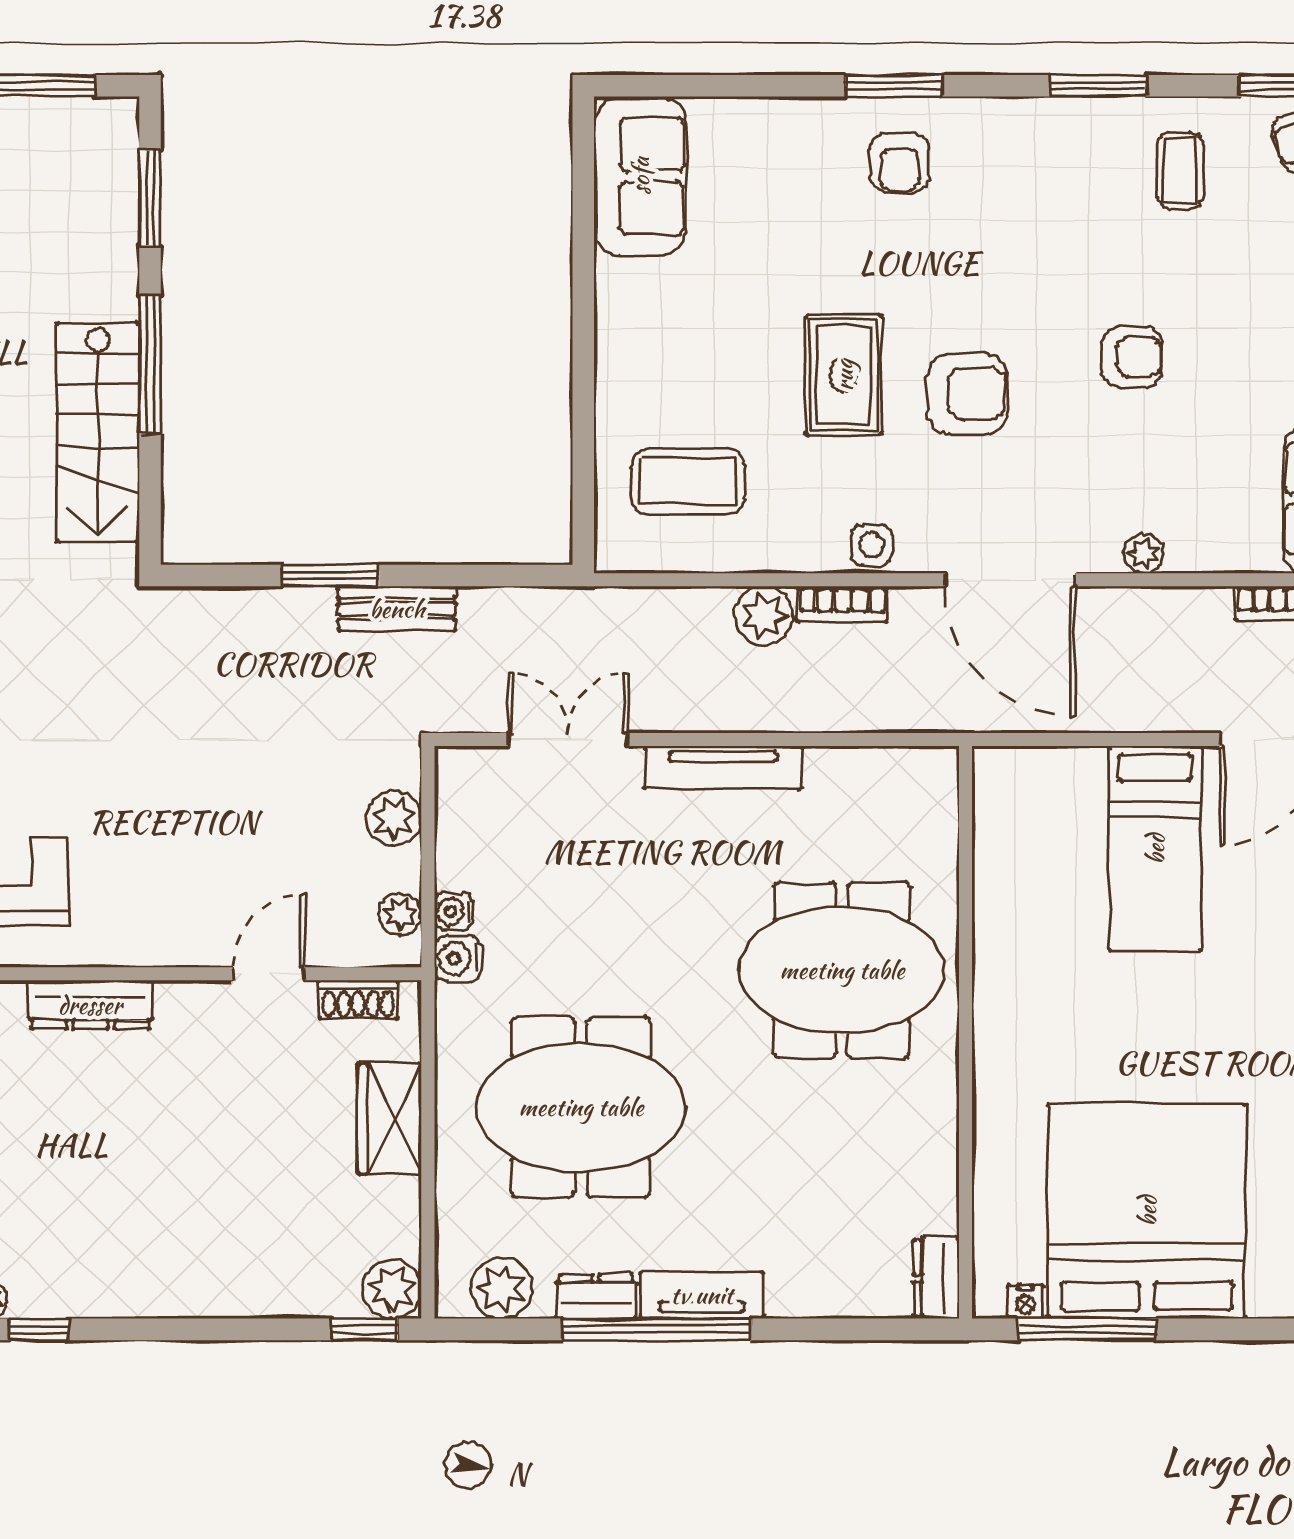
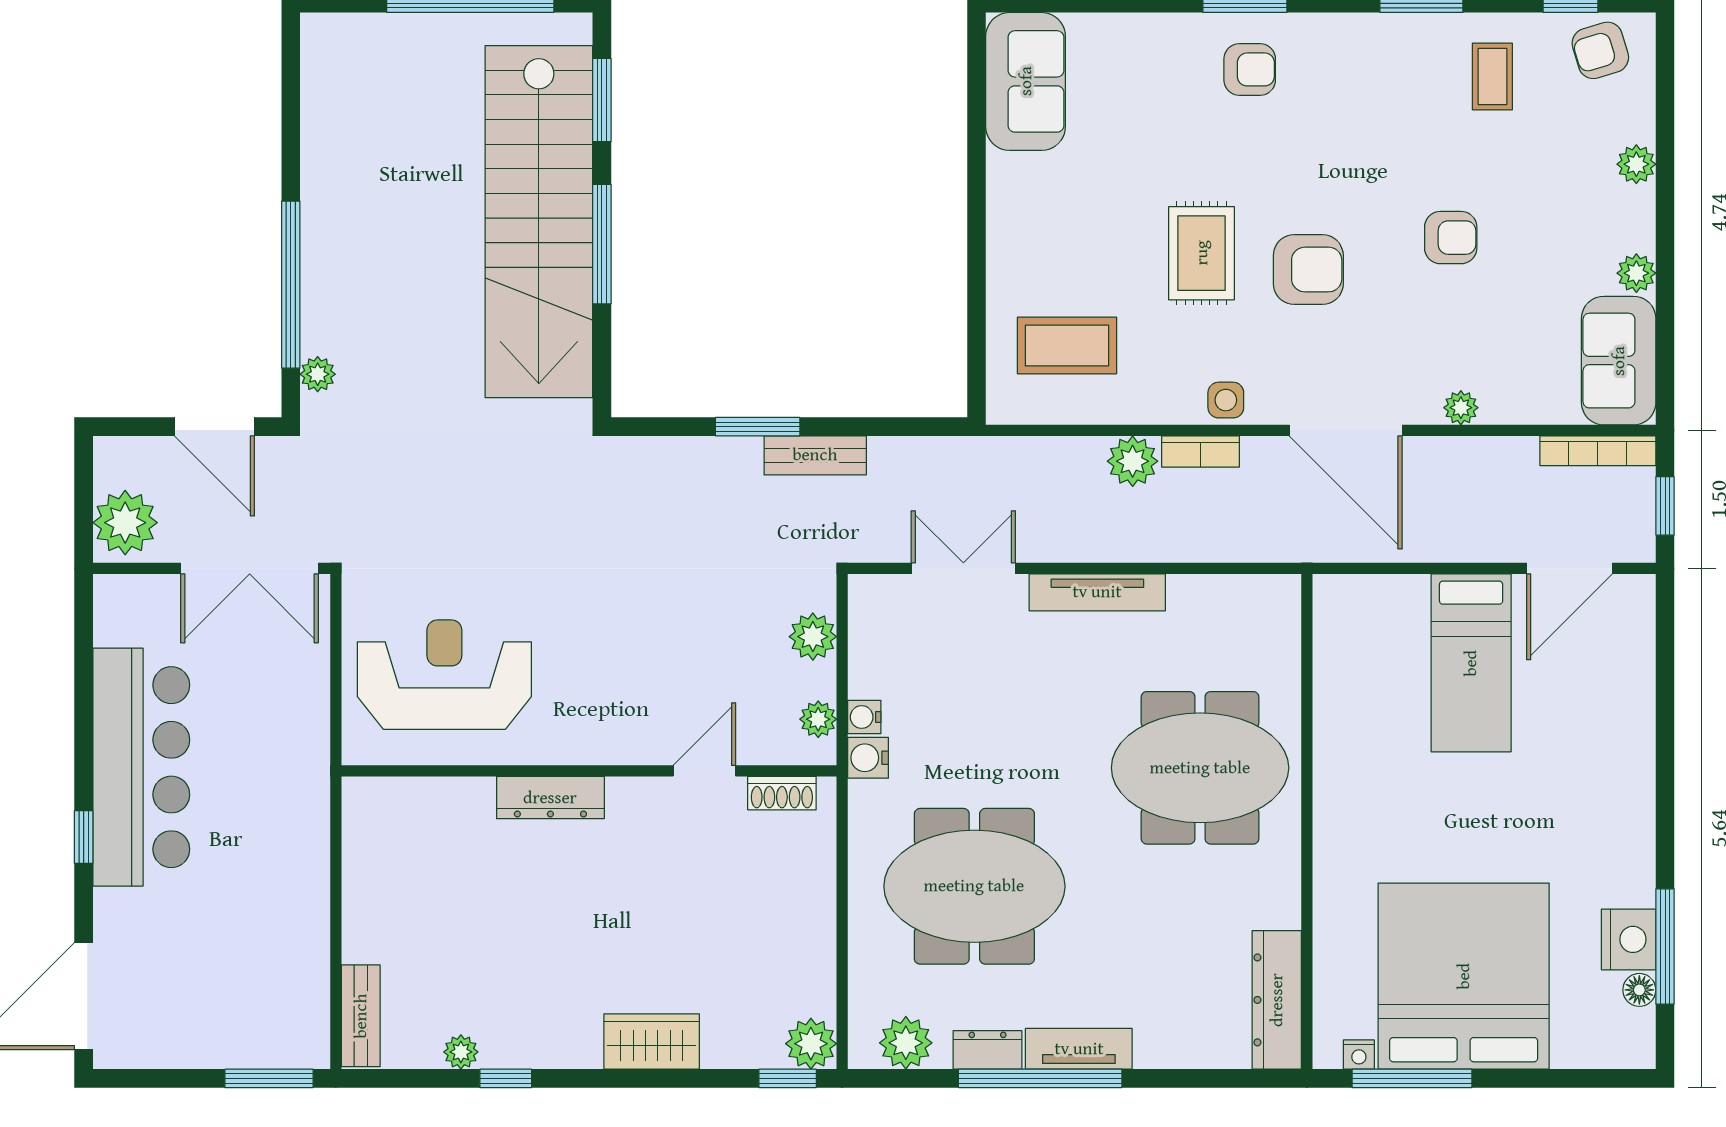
armchair: (899, 162) -> (1250, 69), turned -90
stairs: (98, 432) -> (539, 222), width x1.86, depth x1.51
wardrobe: (389, 1119) -> (652, 1042), moved, turned 90
dresser: (936, 1278) -> (1277, 1000), width x1.96, depth x1.24

